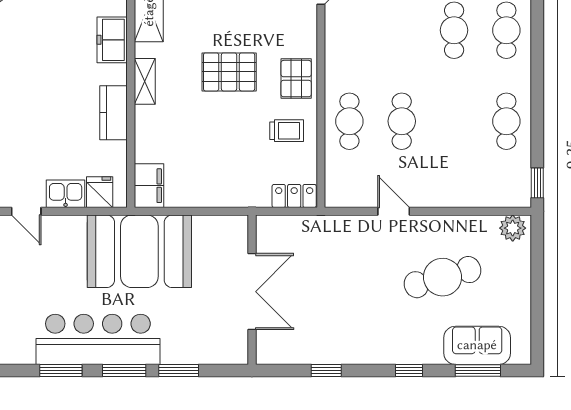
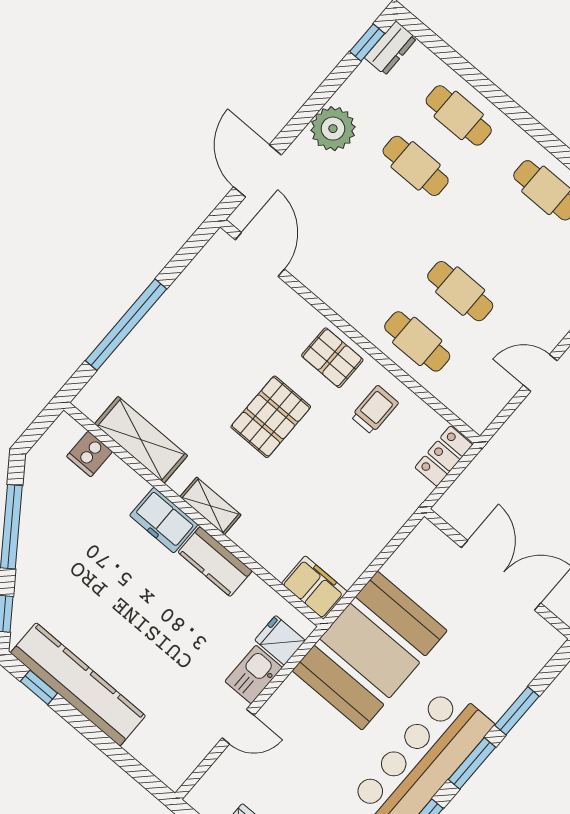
freezer: (112, 40) -> (164, 520), moved

